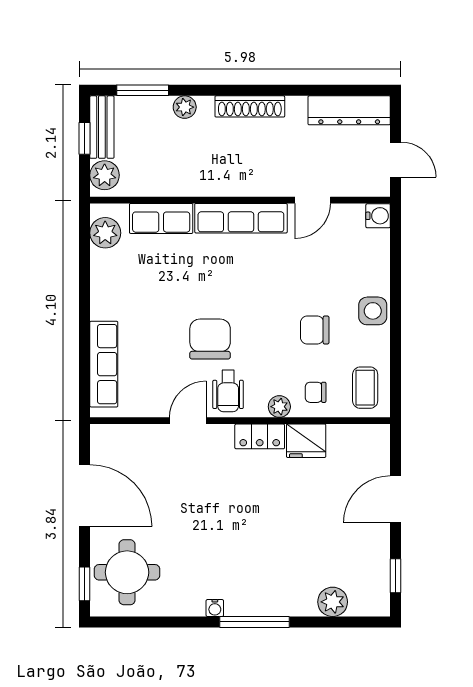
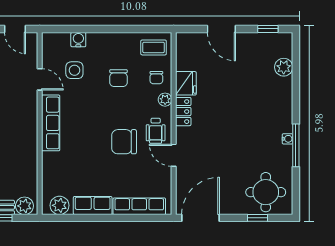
door: (396, 160) -> (15, 29), swing flipped
water cooler: (378, 216) -> (78, 40), moved
row of seats: (161, 218) -> (93, 206), moved, turned -90
side table: (373, 311) -> (74, 70), moved
wheelchair: (228, 391) -> (156, 131), turned 90
door: (85, 496) -> (201, 218), moved
window: (85, 584) -> (257, 218), moved
window: (254, 622) -> (296, 145), moved

